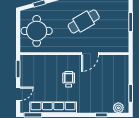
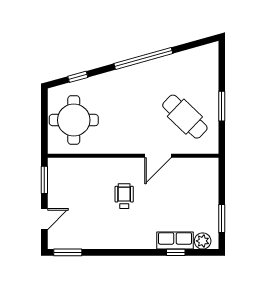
cafe table: (84, 21) -> (185, 117), moved, turned 74
row of seats: (53, 107) -> (175, 241), moved, width x0.50

